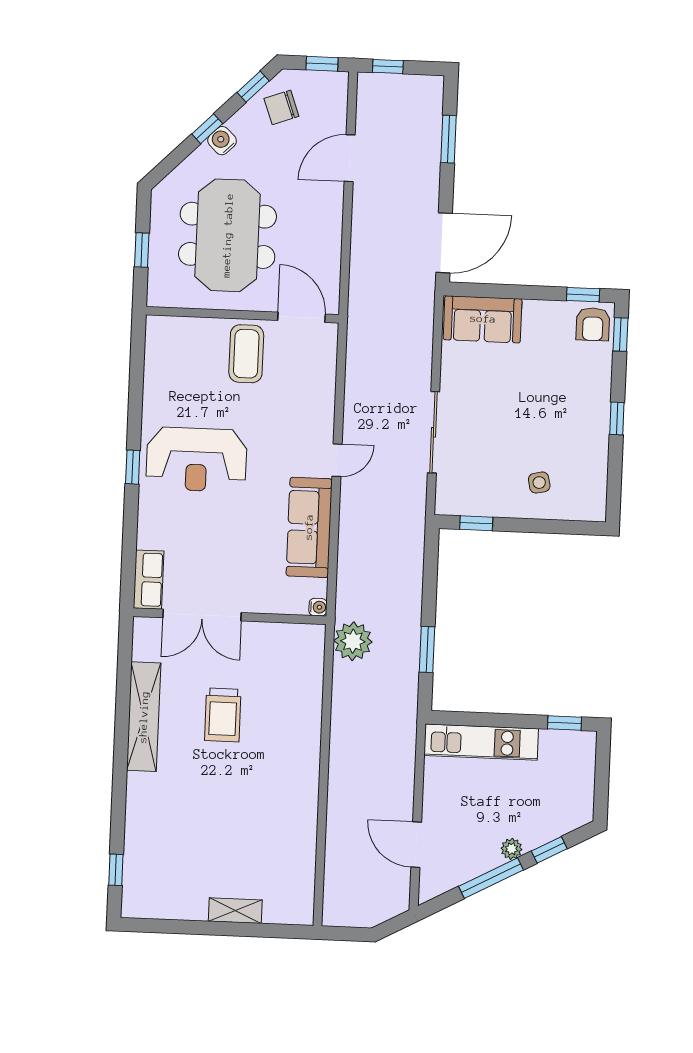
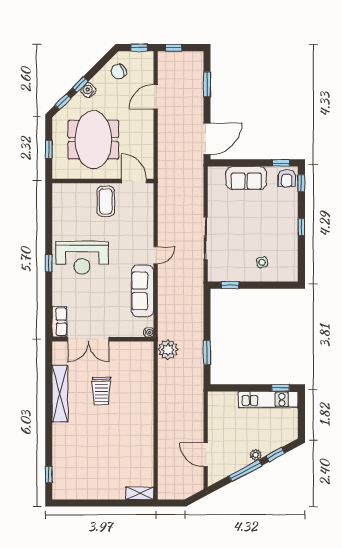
window: (253, 87) -> (63, 102), moved
sofa: (483, 319) -> (246, 178), moved
kitchen unit: (481, 742) -> (268, 400), moved
shelving: (235, 911) -> (140, 493), moved

